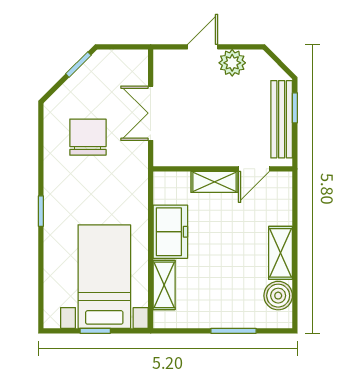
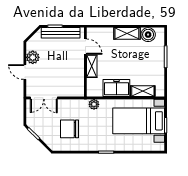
double door: (151, 113) -> (44, 98), moved
plant: (138, 186) -> (94, 104), added

